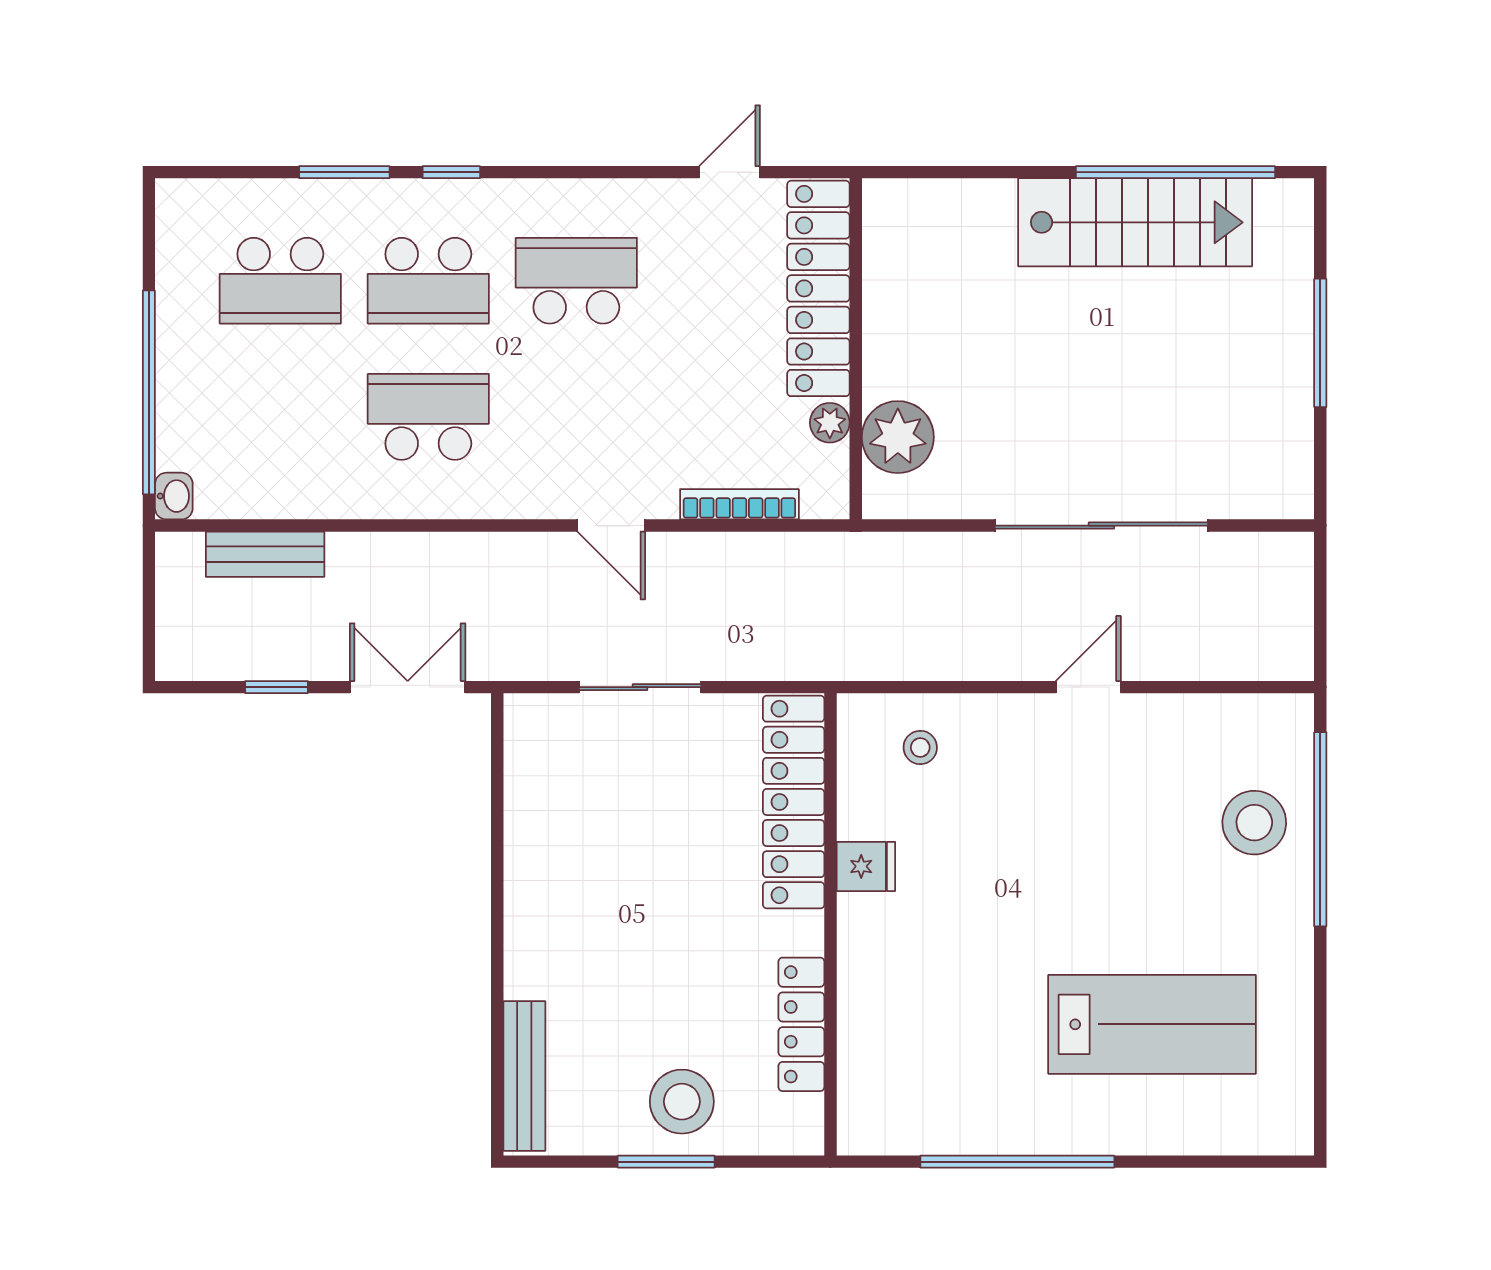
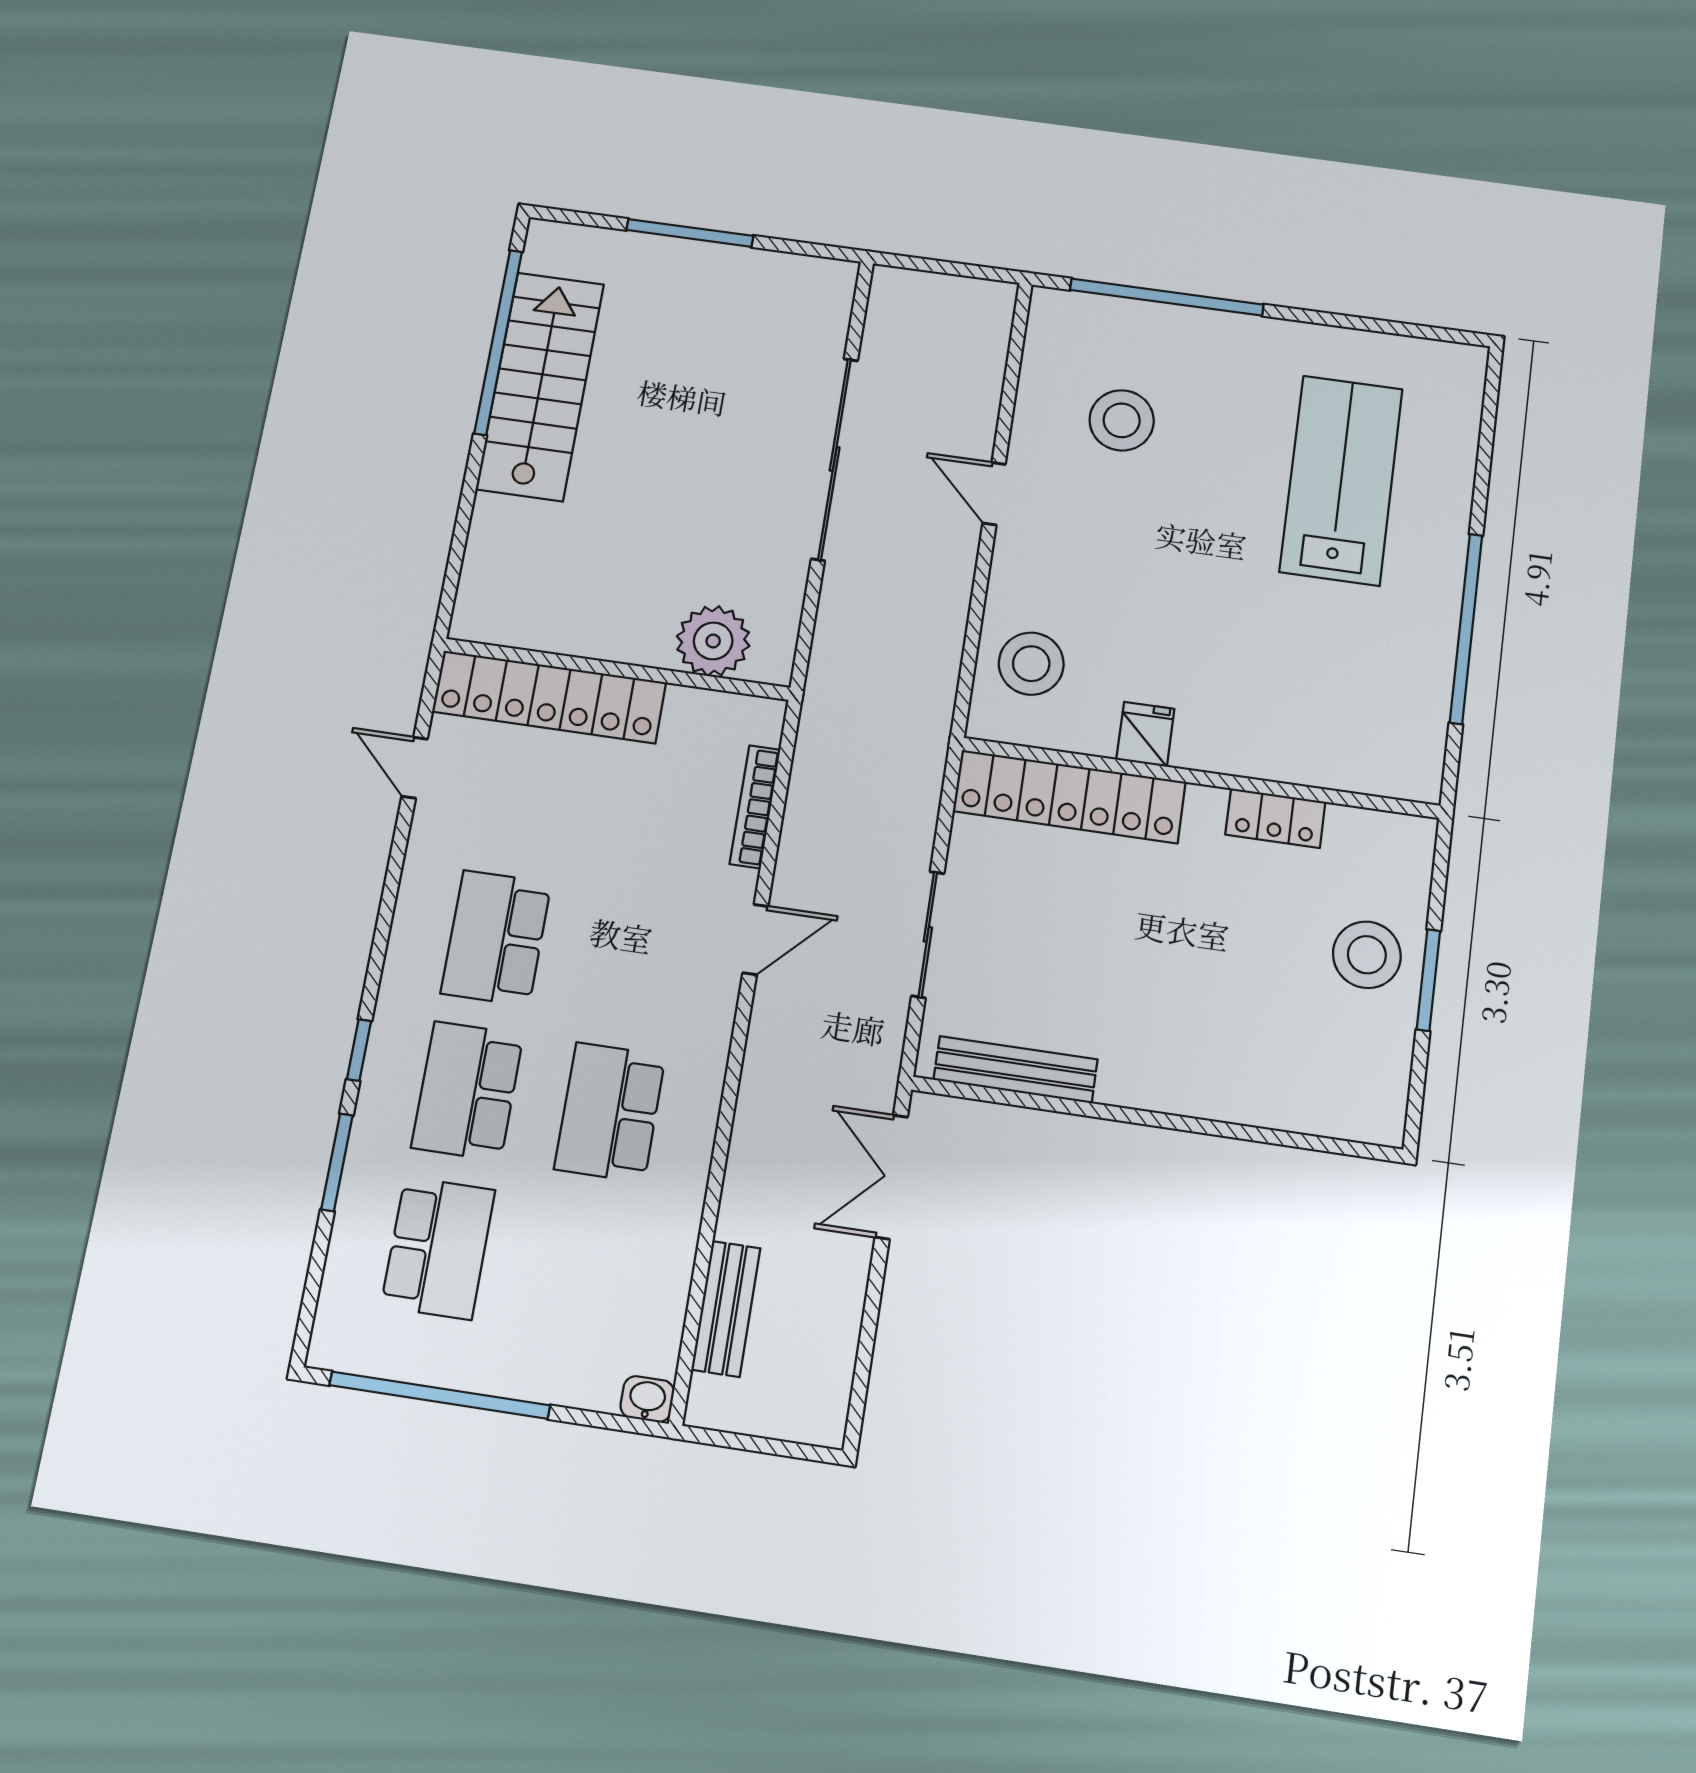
school desk: (428, 281) -> (467, 1091), turned 180
window: (149, 392) -> (440, 1395), moved
plant: (830, 423) -> (687, 705), removed
window: (277, 687) -> (870, 1318), removed
stool: (920, 747) -> (1031, 664), width x1.89, depth x1.89
stool: (1254, 823) -> (1122, 420), moved
locker: (801, 1024) -> (1275, 818), width x0.66
bench: (524, 1076) -> (1016, 1070), moved

